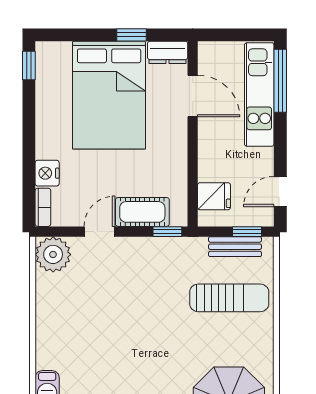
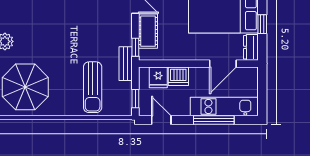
window: (280, 81) -> (214, 120), moved
dishwasher: (212, 165) -> (178, 76), added
bench: (235, 247) -> (126, 64), moved

